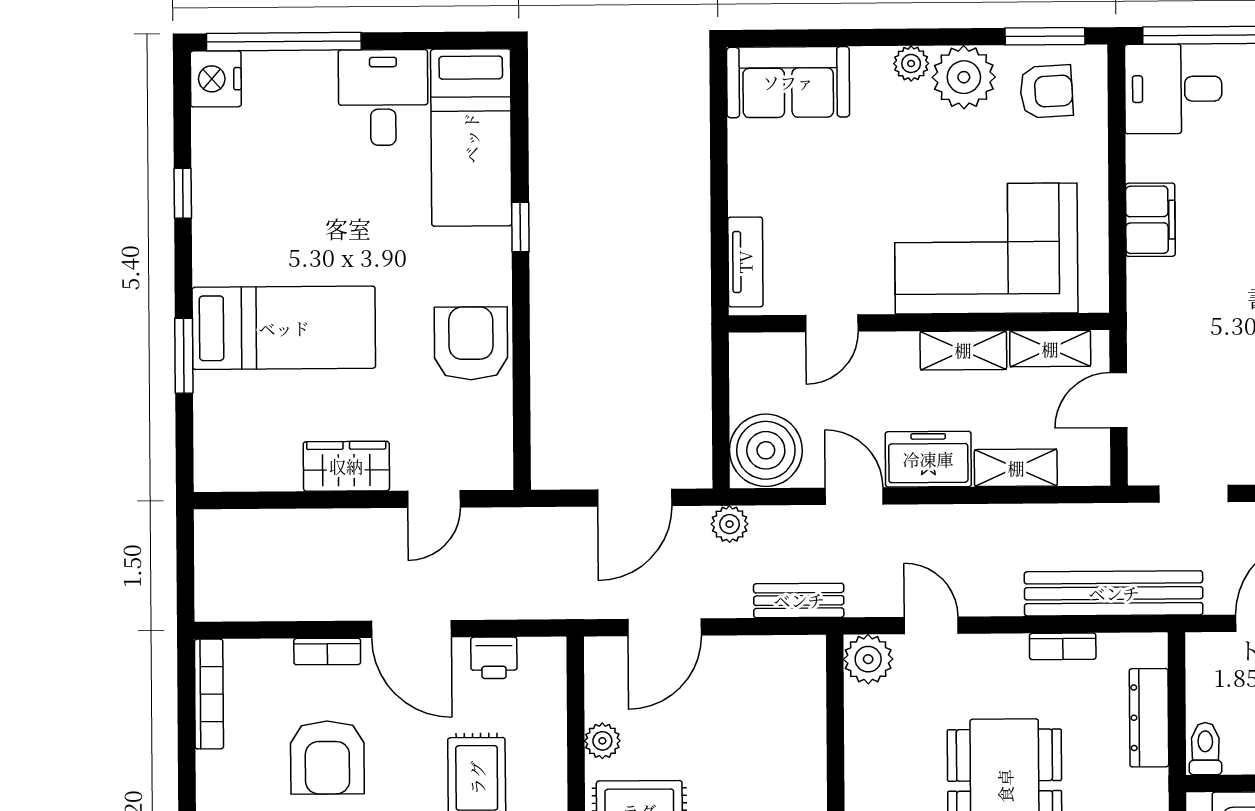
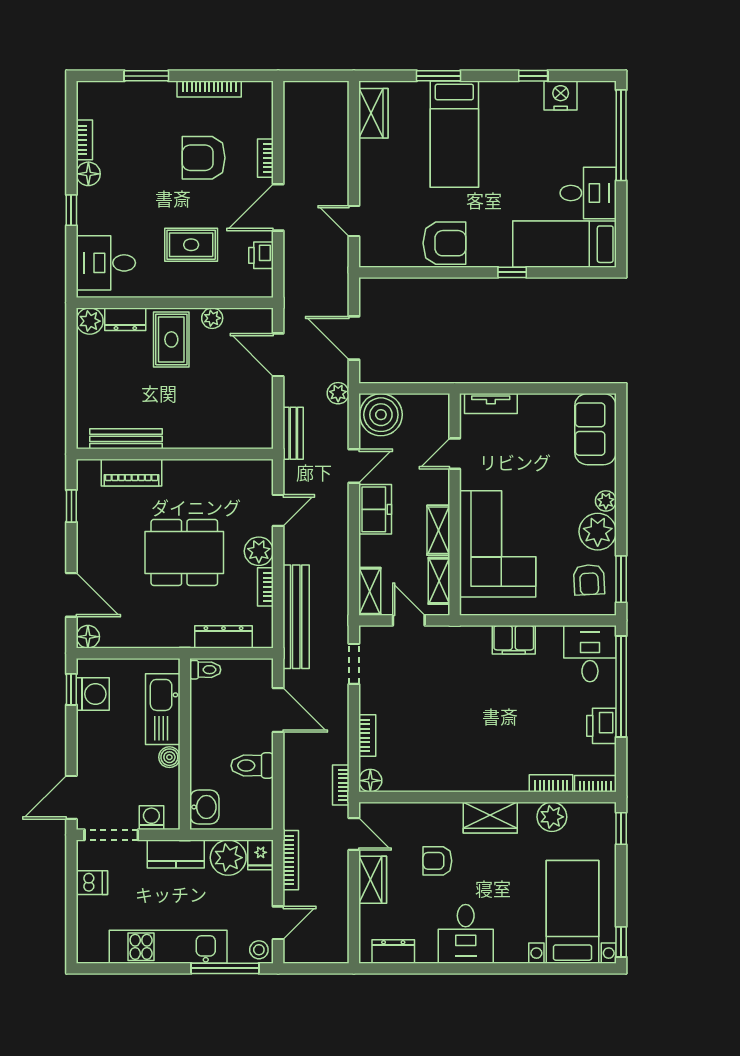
nightstand: (216, 79) -> (561, 95), moved
door: (832, 323) -> (455, 454), hinge flipped
wardrobe: (346, 466) -> (373, 113), moved
shelving: (1016, 468) -> (370, 591), moved
plant: (868, 659) -> (259, 551), moved
bookcase: (209, 694) -> (209, 89), moved

